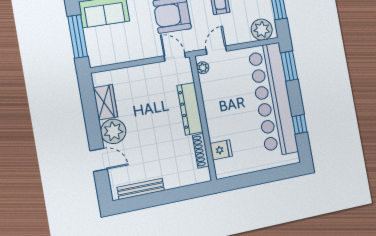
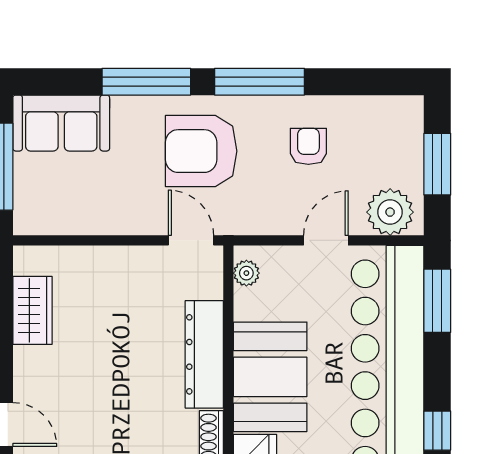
door: (216, 50) -> (326, 240), moved
booth: (222, 114) -> (270, 377), added
plant: (113, 131) -> (38, 372), removed

